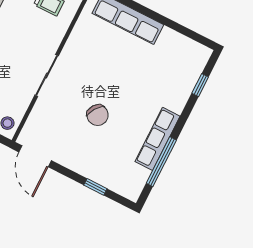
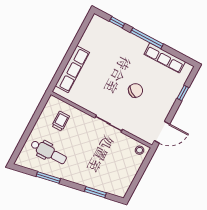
row of seats: (158, 139) -> (165, 58), moved
window: (161, 162) -> (147, 38), moved

